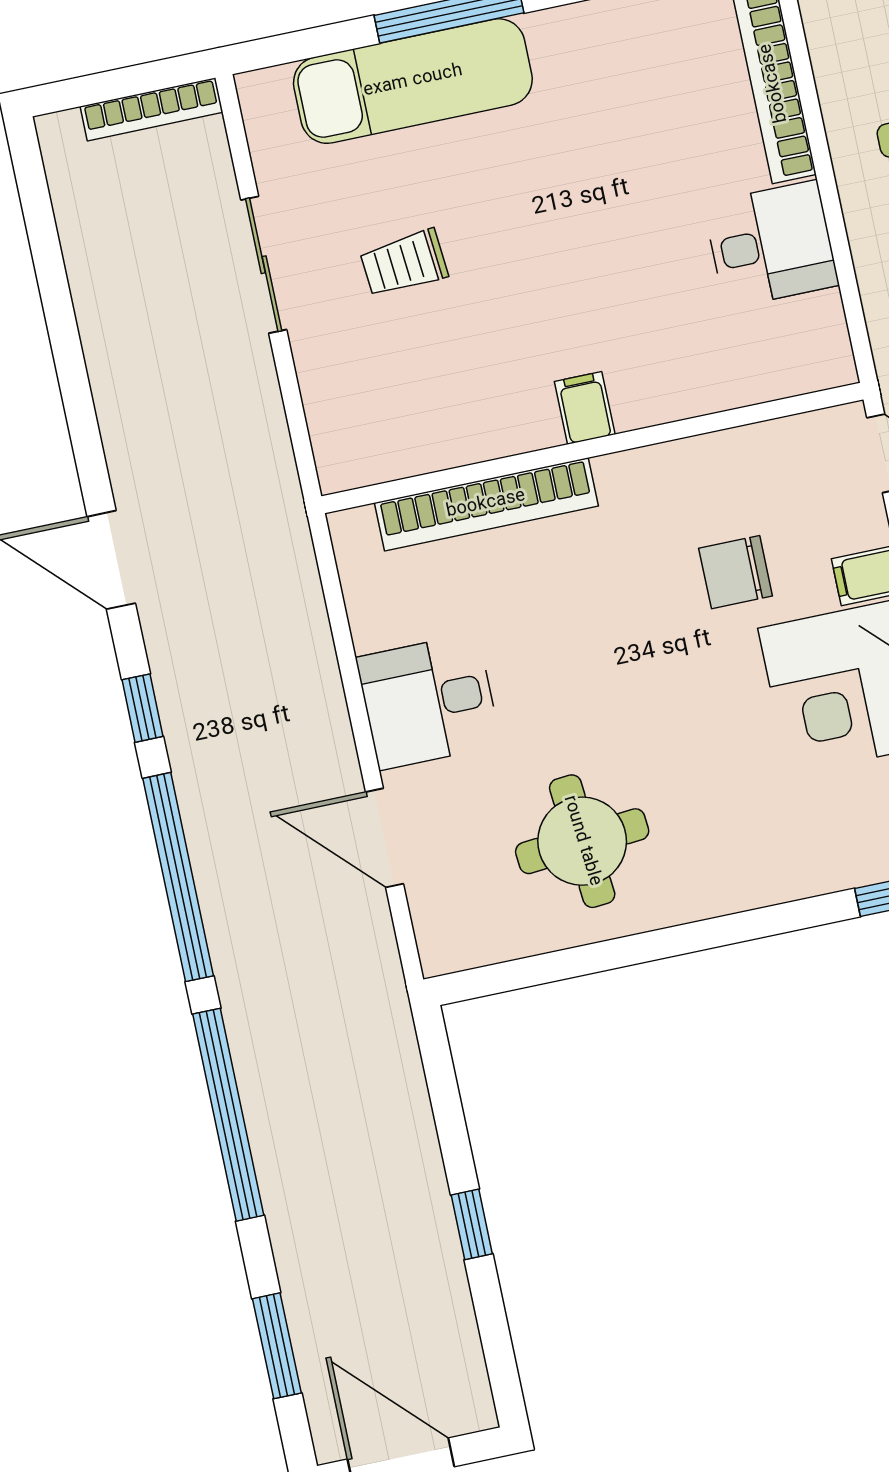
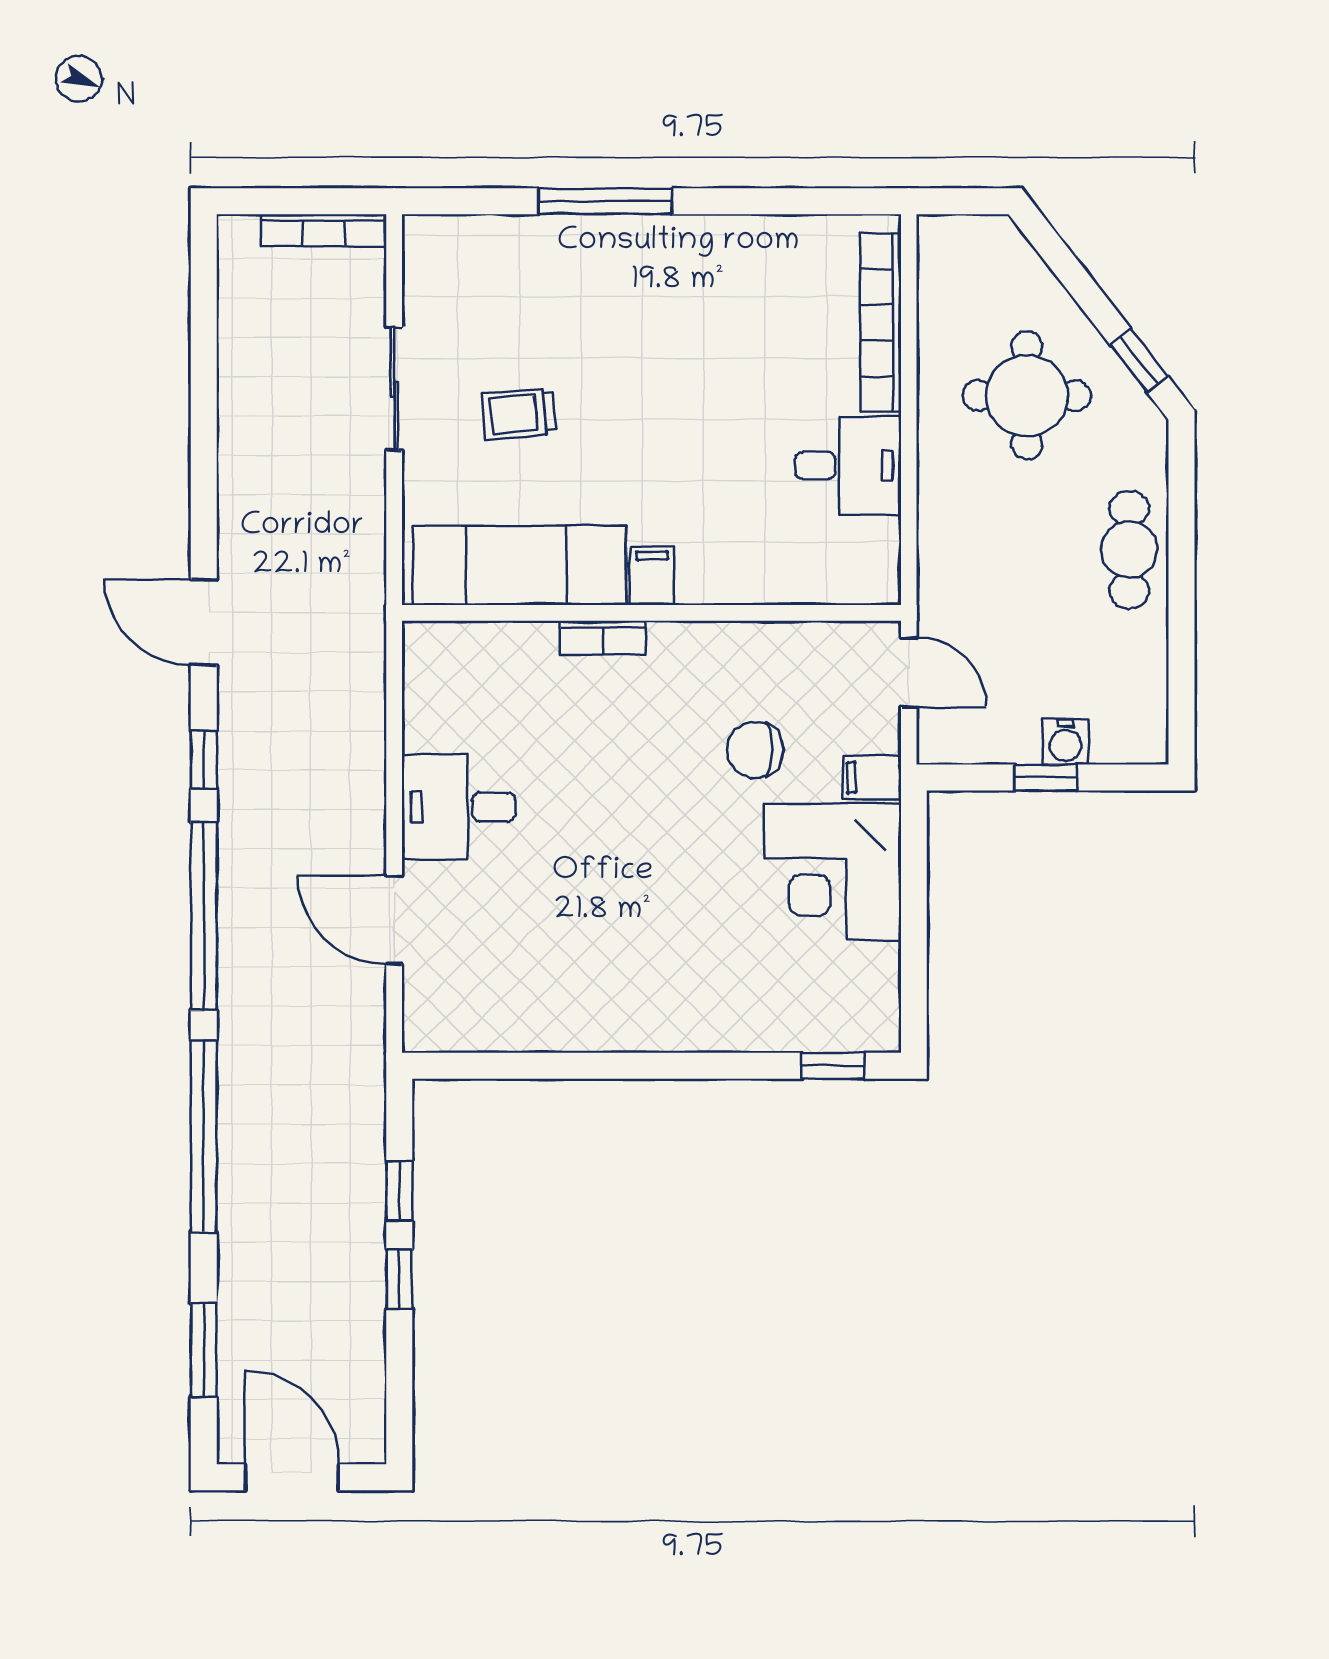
exam couch: (413, 81) -> (520, 565), moved, turned 180
bookcase: (486, 504) -> (603, 638), width x0.43, depth x0.76
round table: (582, 841) -> (569, 960), removed
window: (452, 1129) -> (399, 1191), added

